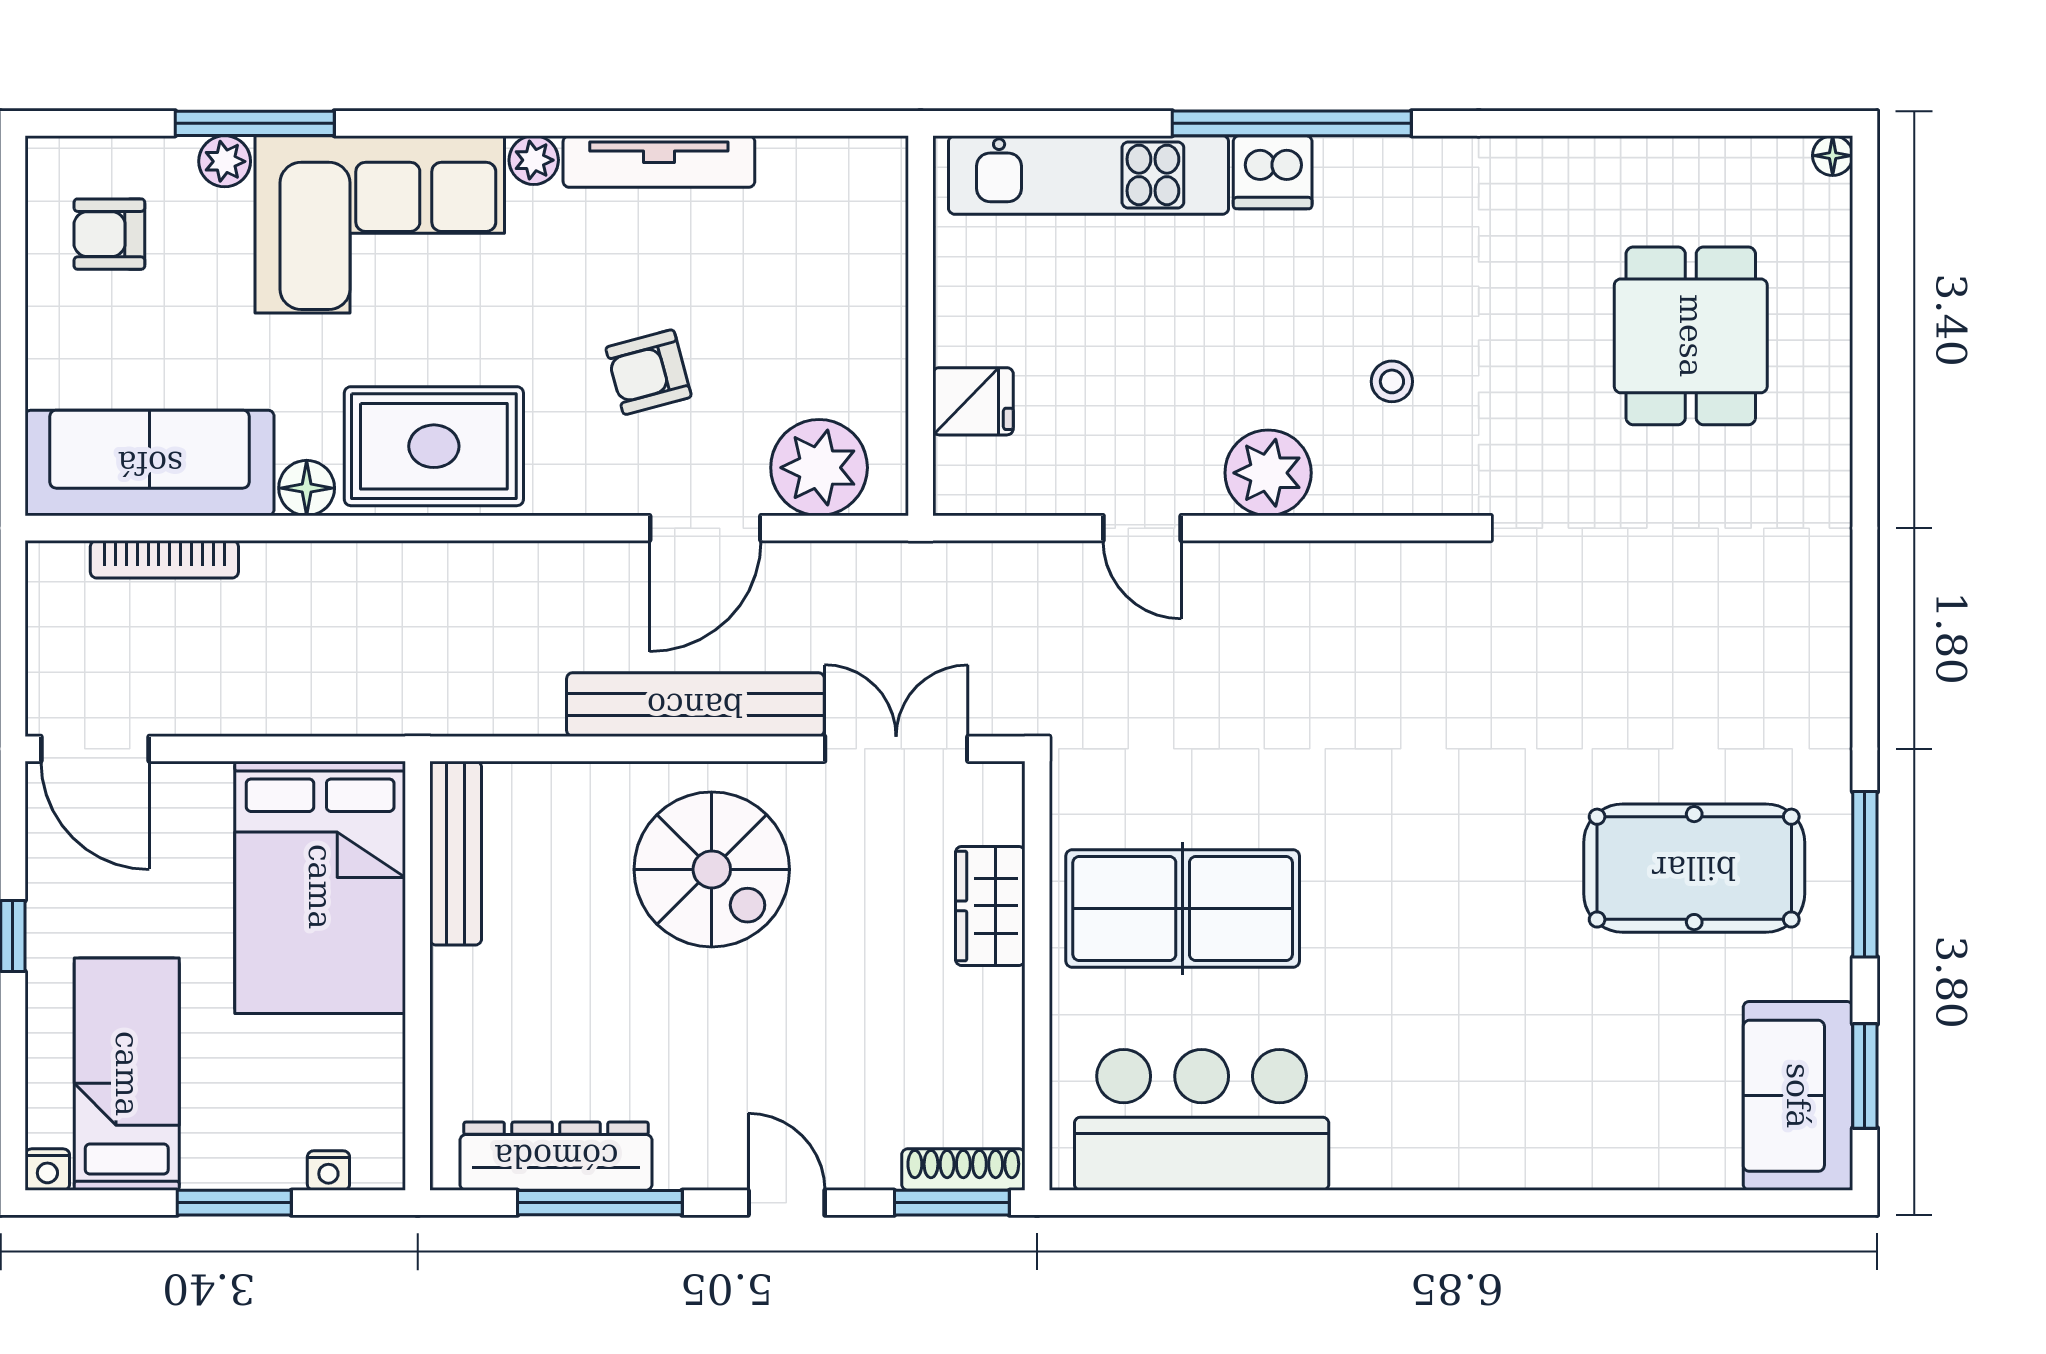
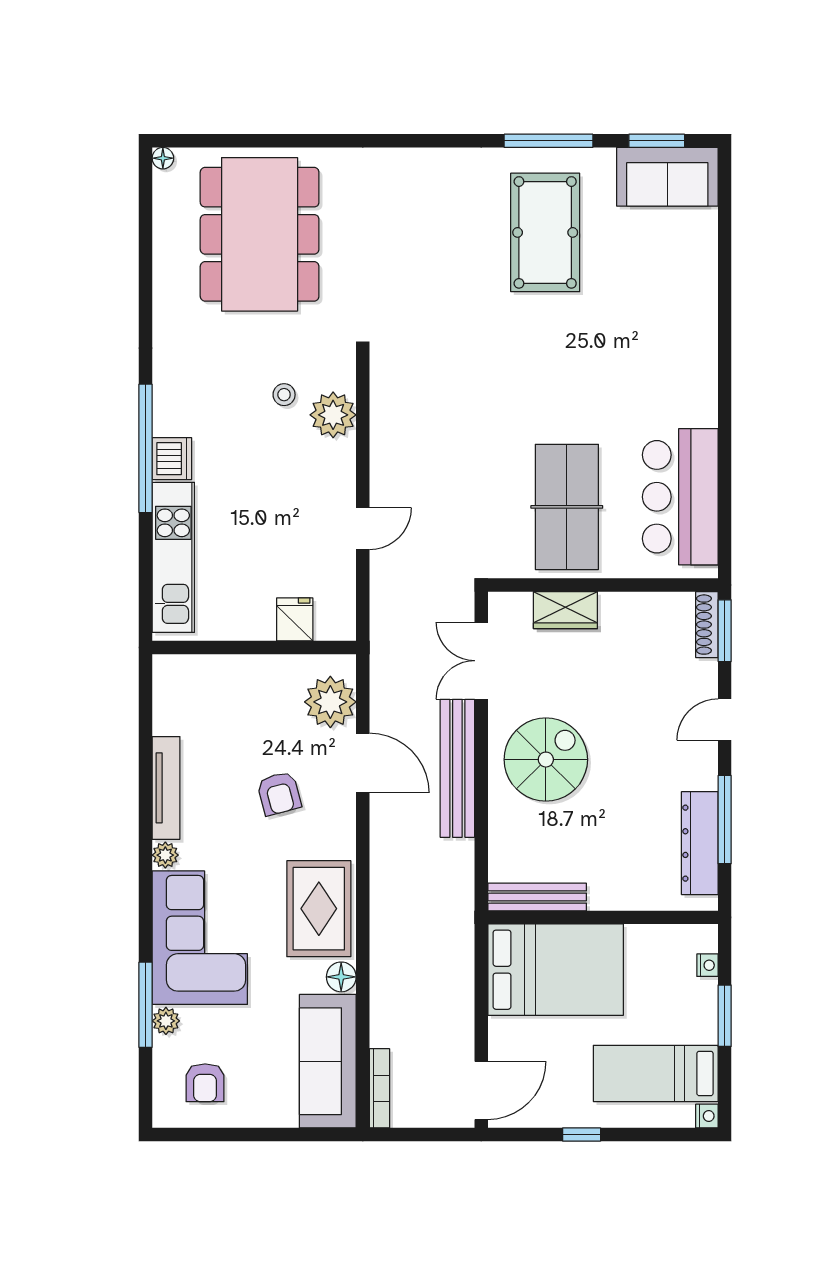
dining table: (1691, 336) -> (260, 234), width x1.87, depth x1.24
plant: (1268, 473) -> (333, 415), moved
bookcase: (164, 559) -> (379, 1088), moved

